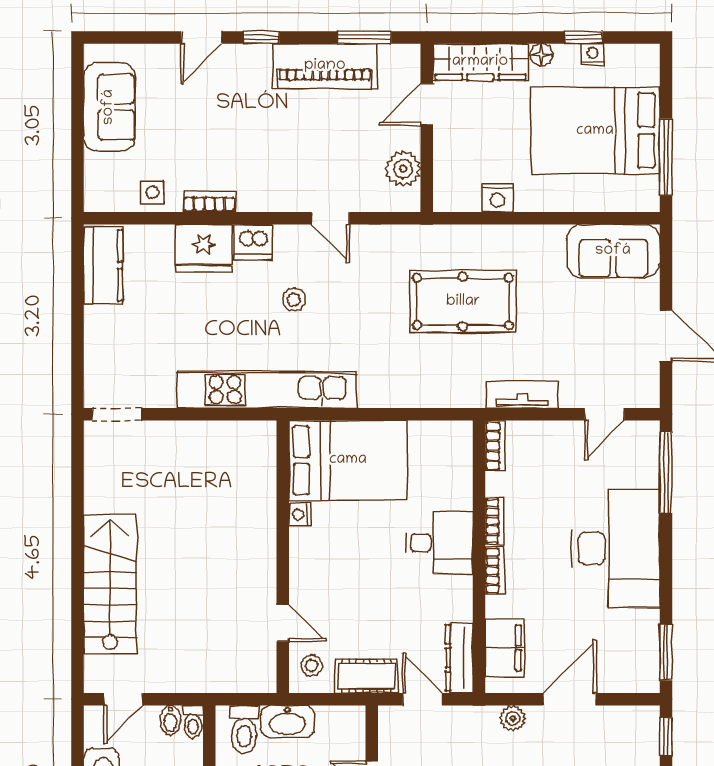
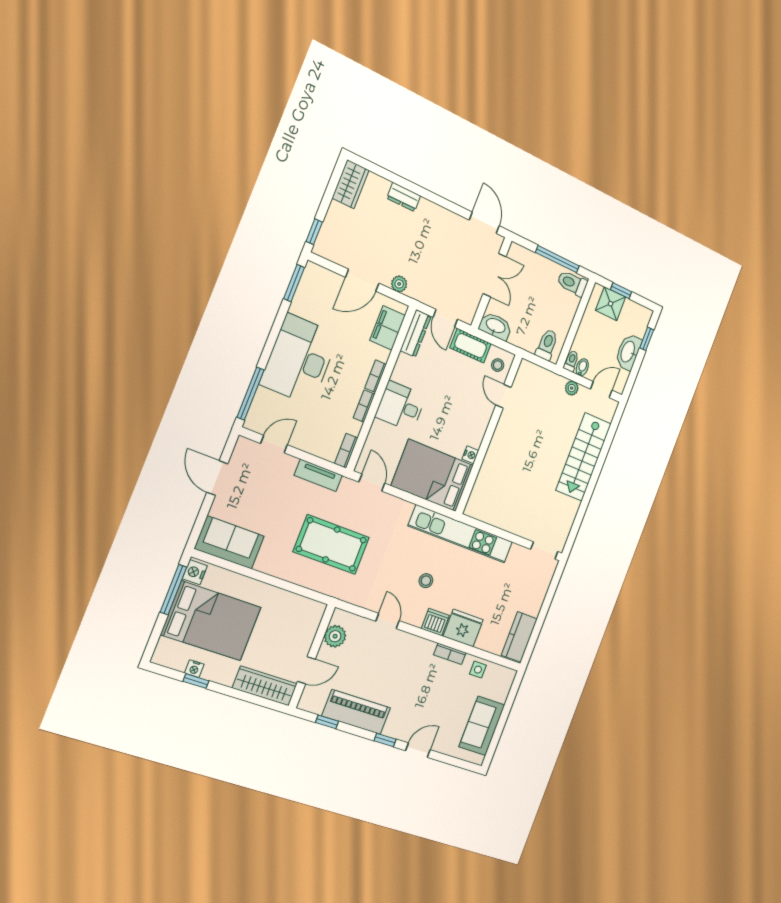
window: (364, 37) -> (327, 722), width x0.67
floor lamp: (541, 55) -> (226, 679), removed
nightstand: (498, 198) -> (195, 572), moved, turned -90
door: (438, 414) -> (372, 483), added
plant: (175, 681) -> (572, 388), added
washbasin: (288, 722) -> (495, 326), moved

